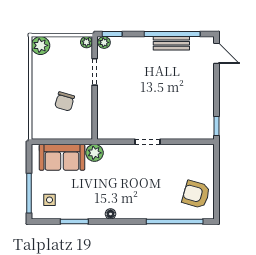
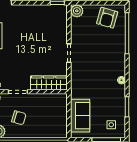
chair: (65, 101) -> (19, 118), moved
wardrobe: (107, 114) -> (49, 83), added
plant: (95, 153) -> (77, 11), moved

